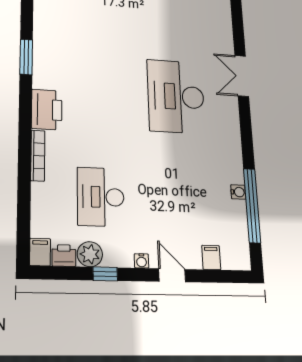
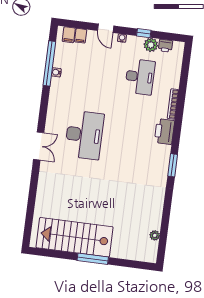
filing cabinet: (40, 252) -> (69, 35), moved

